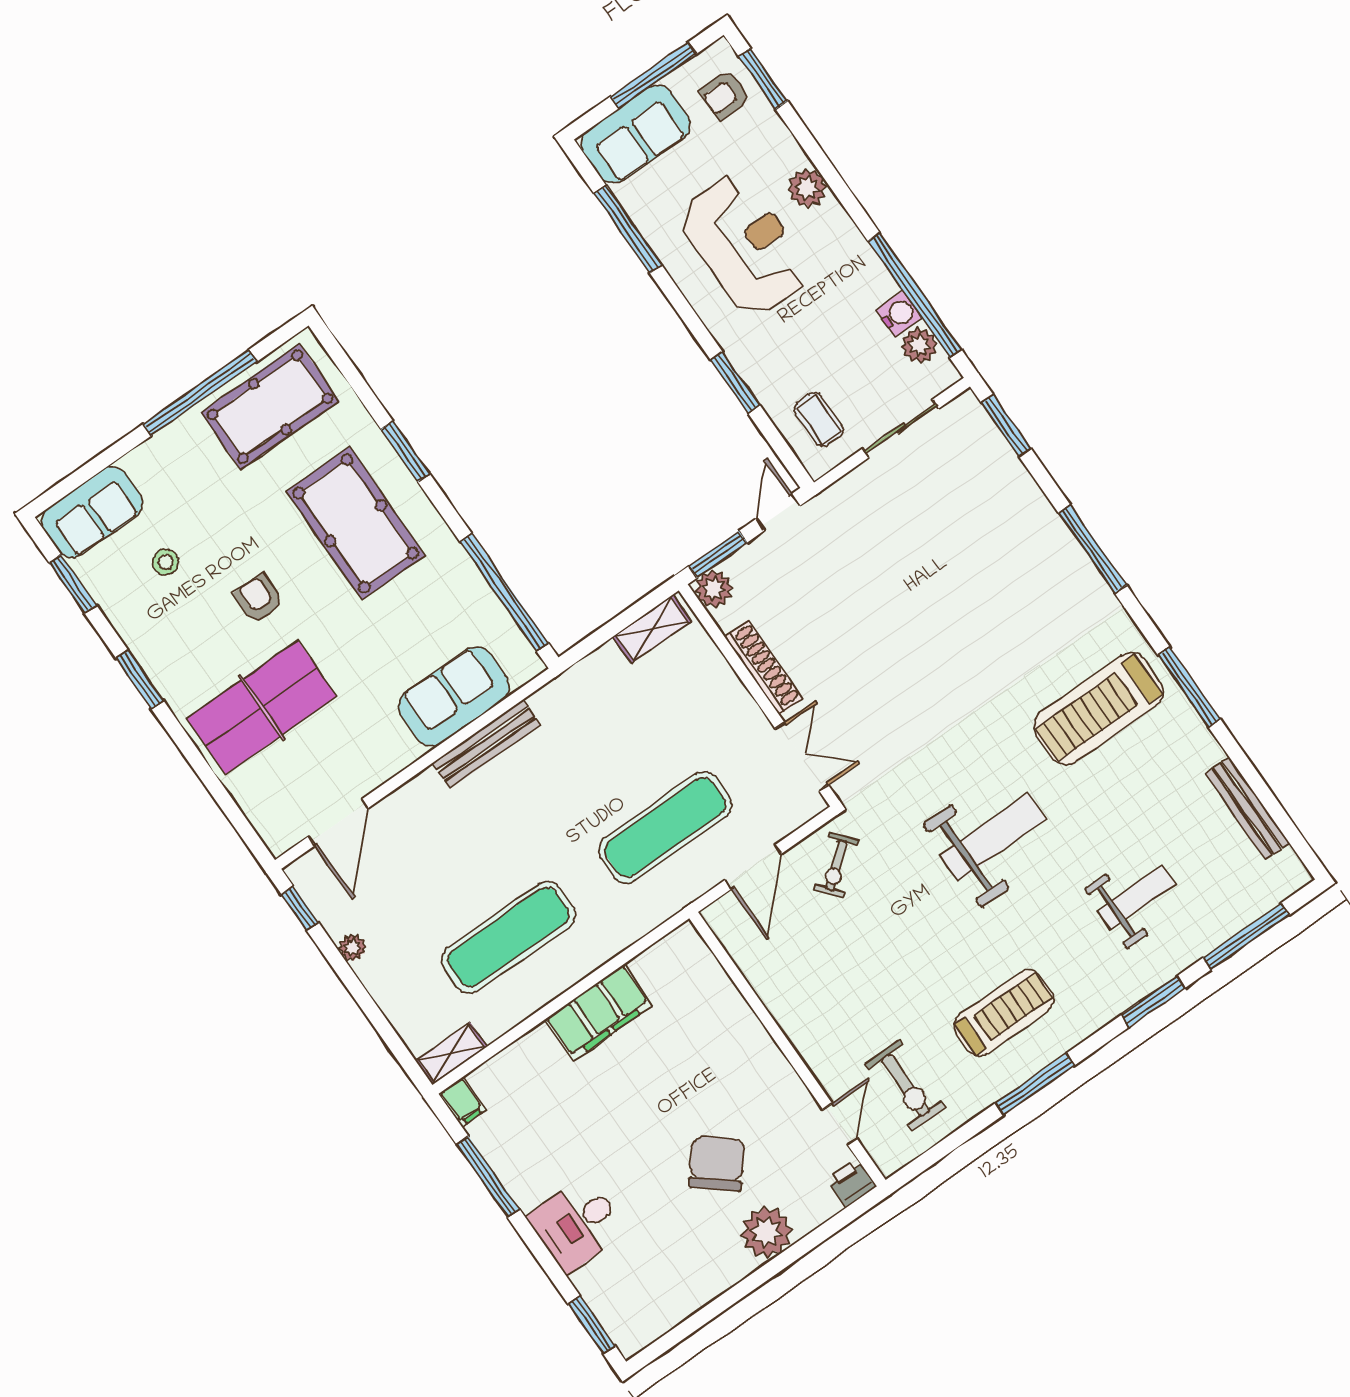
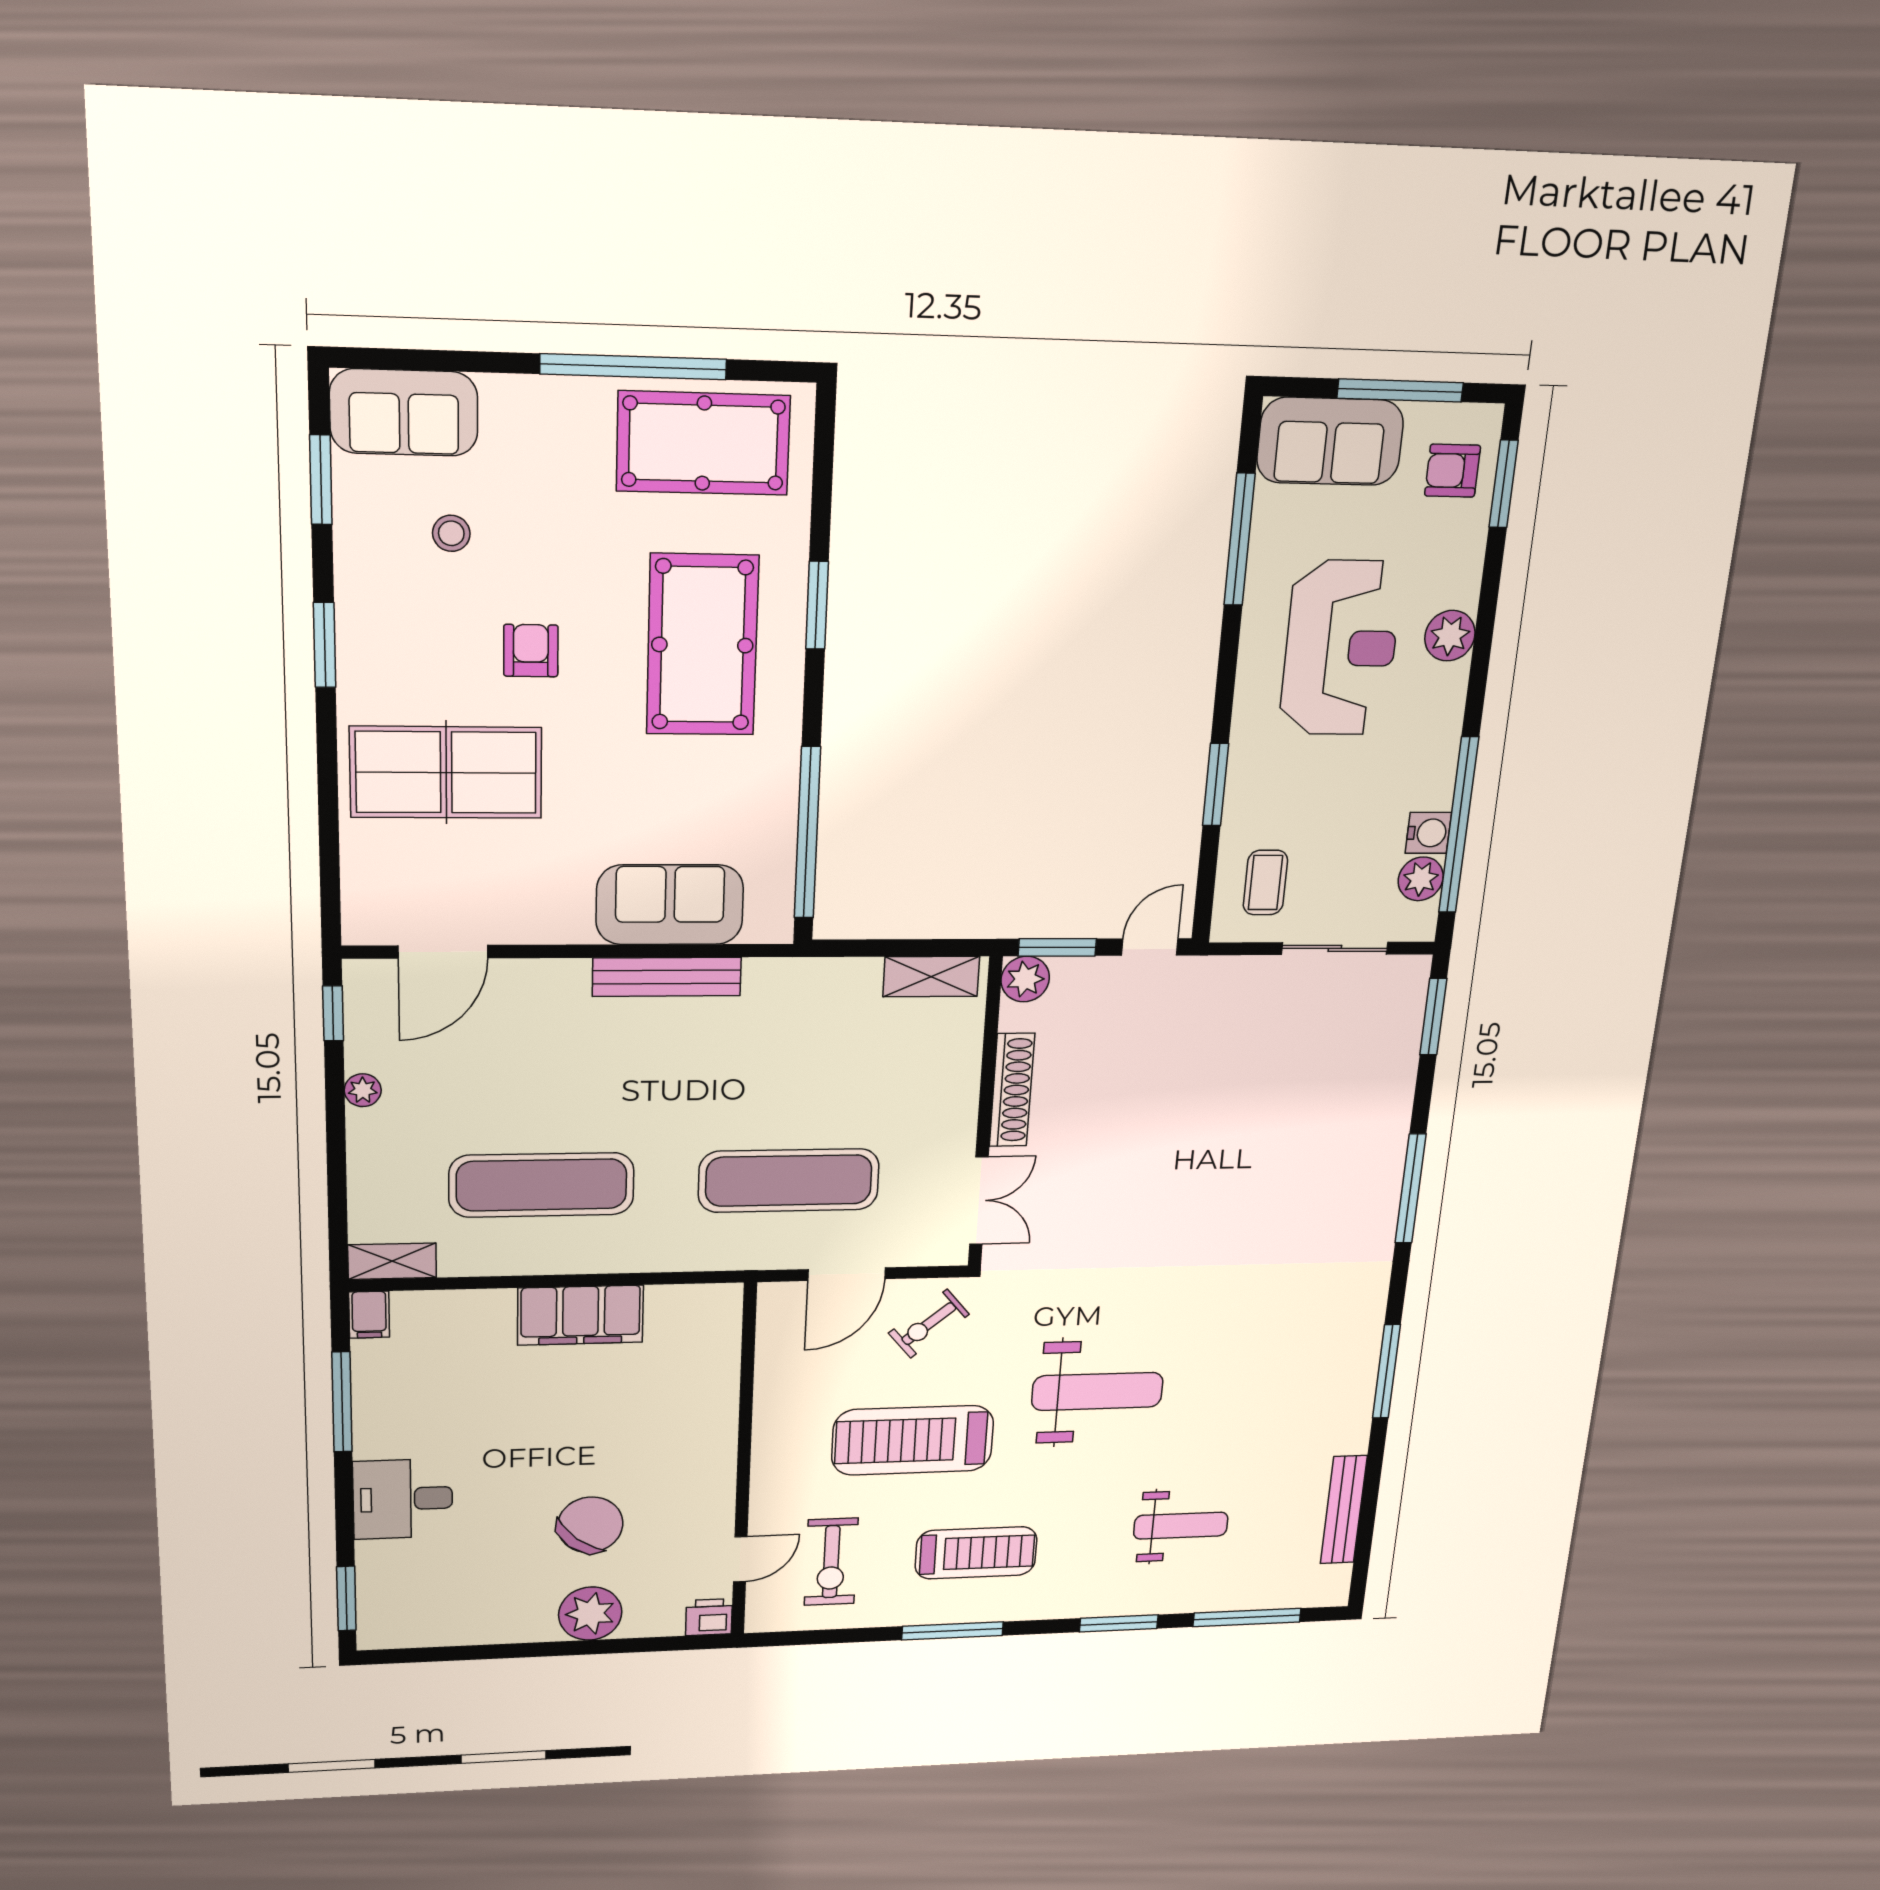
treadmill: (1099, 709) -> (913, 1440), moved

